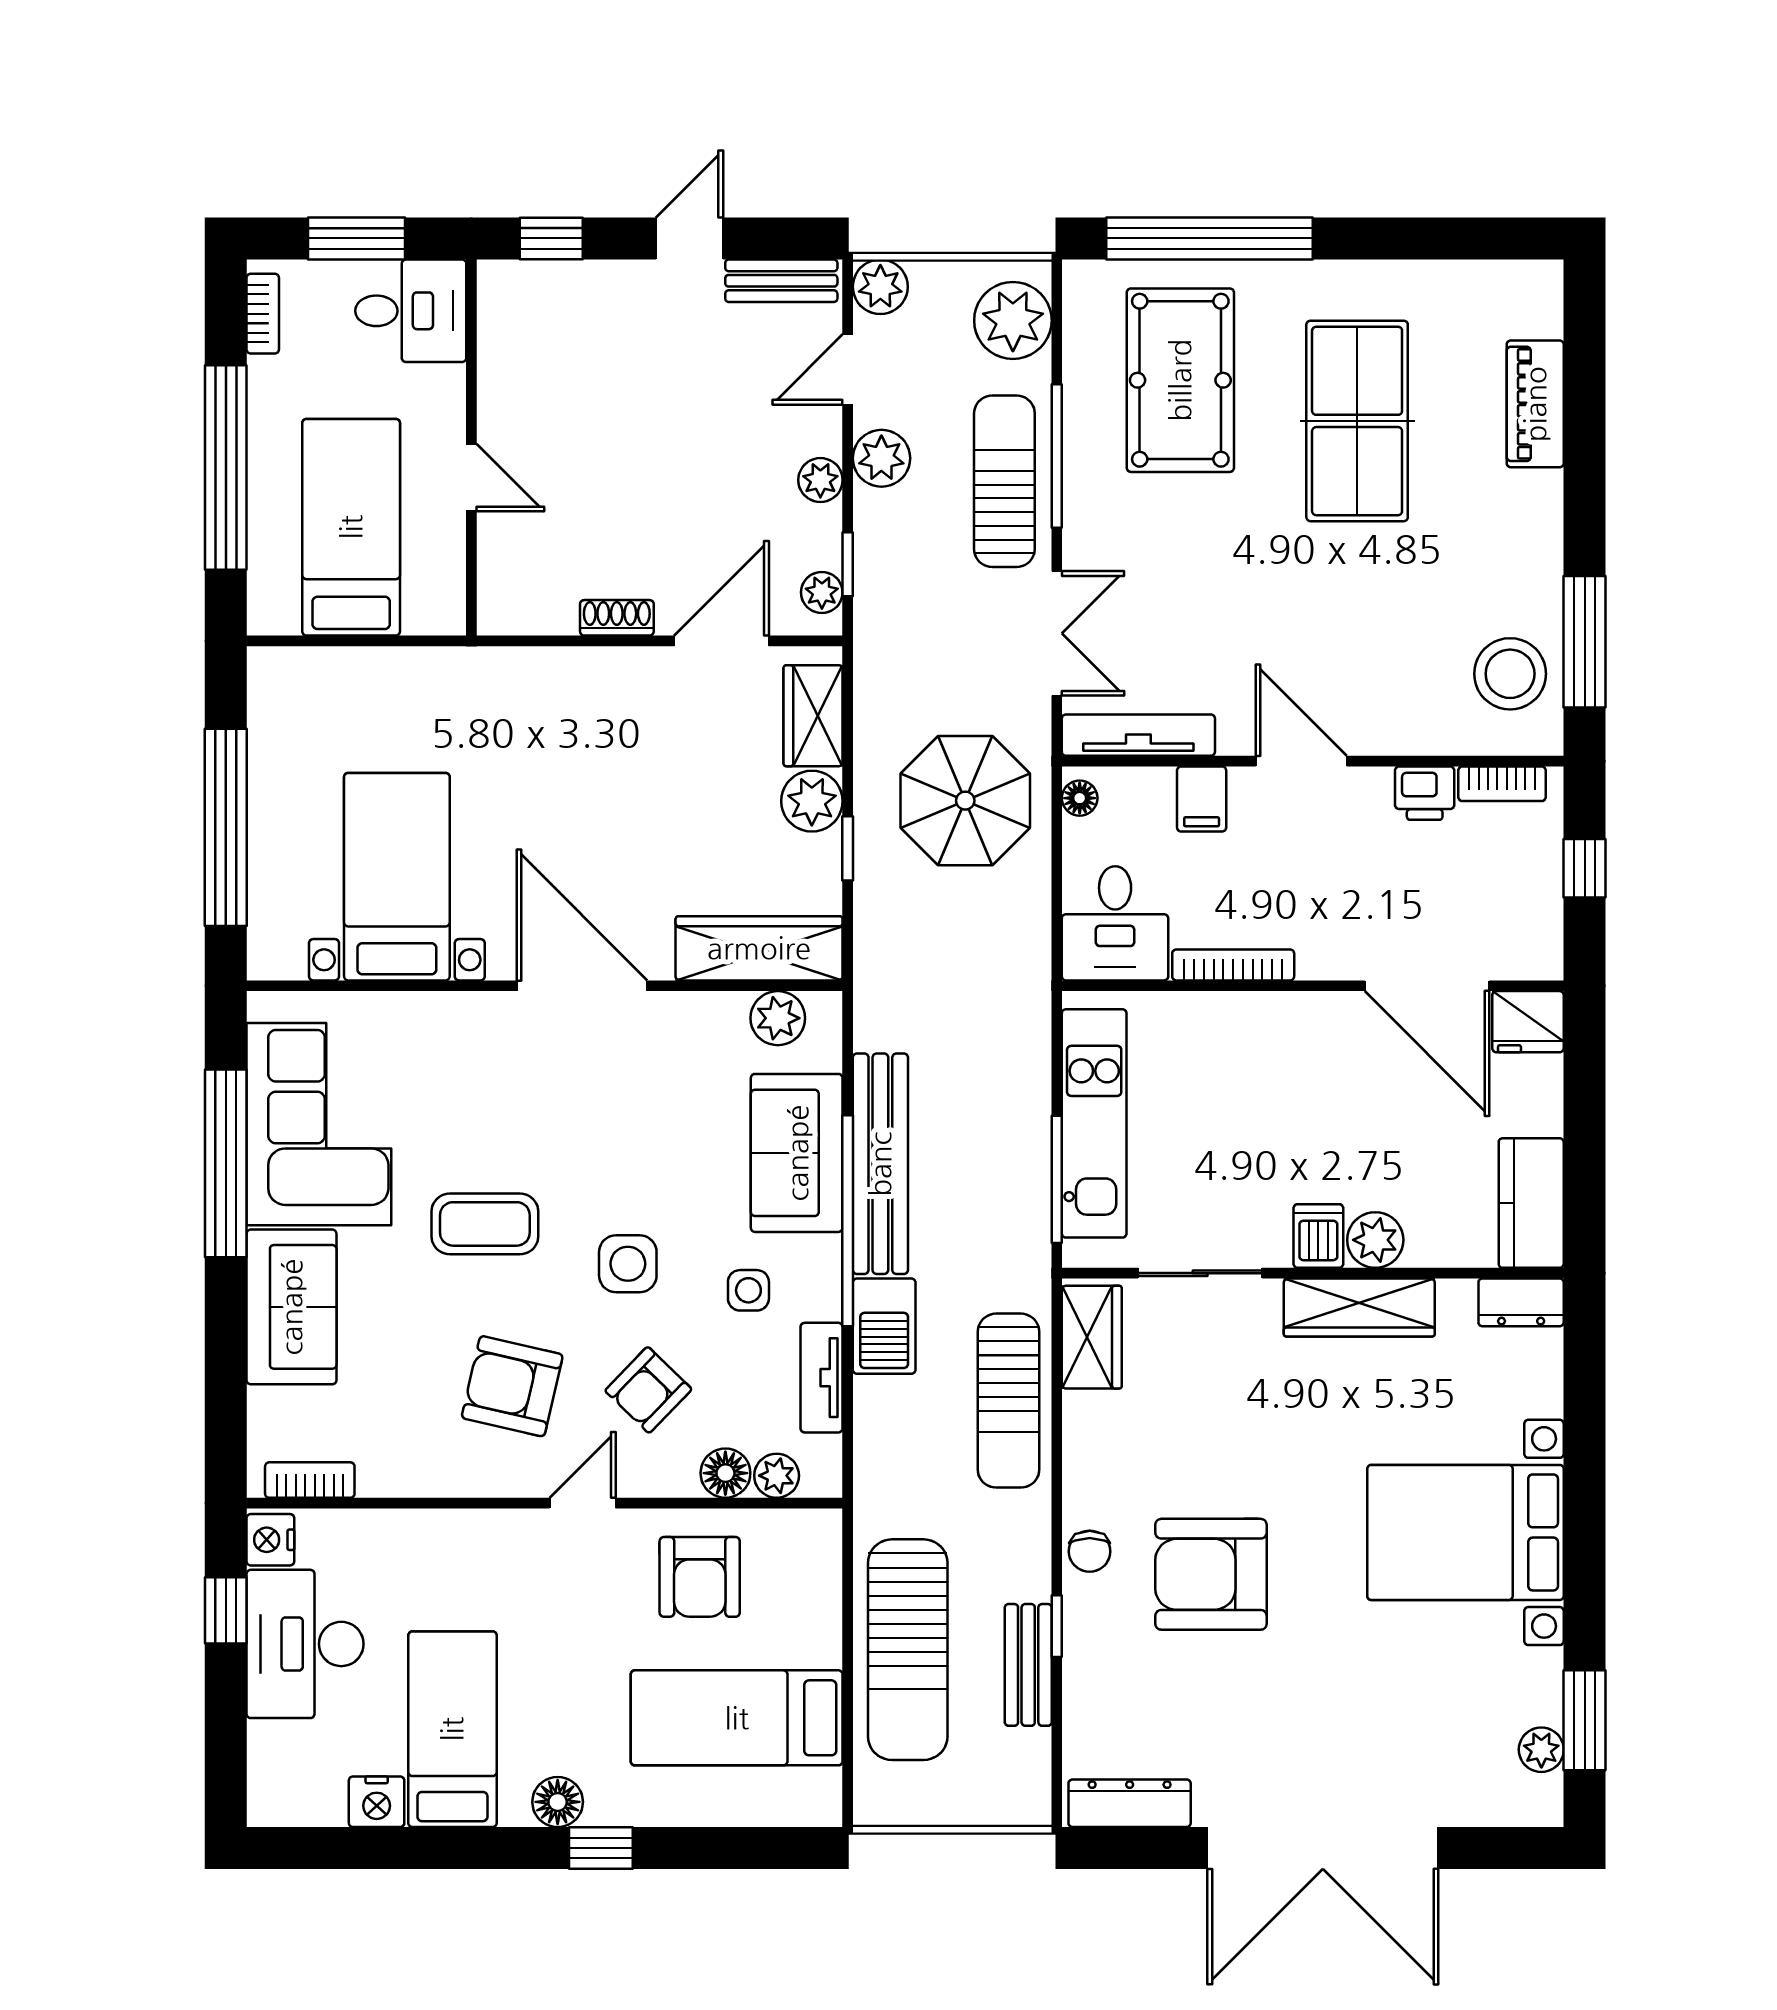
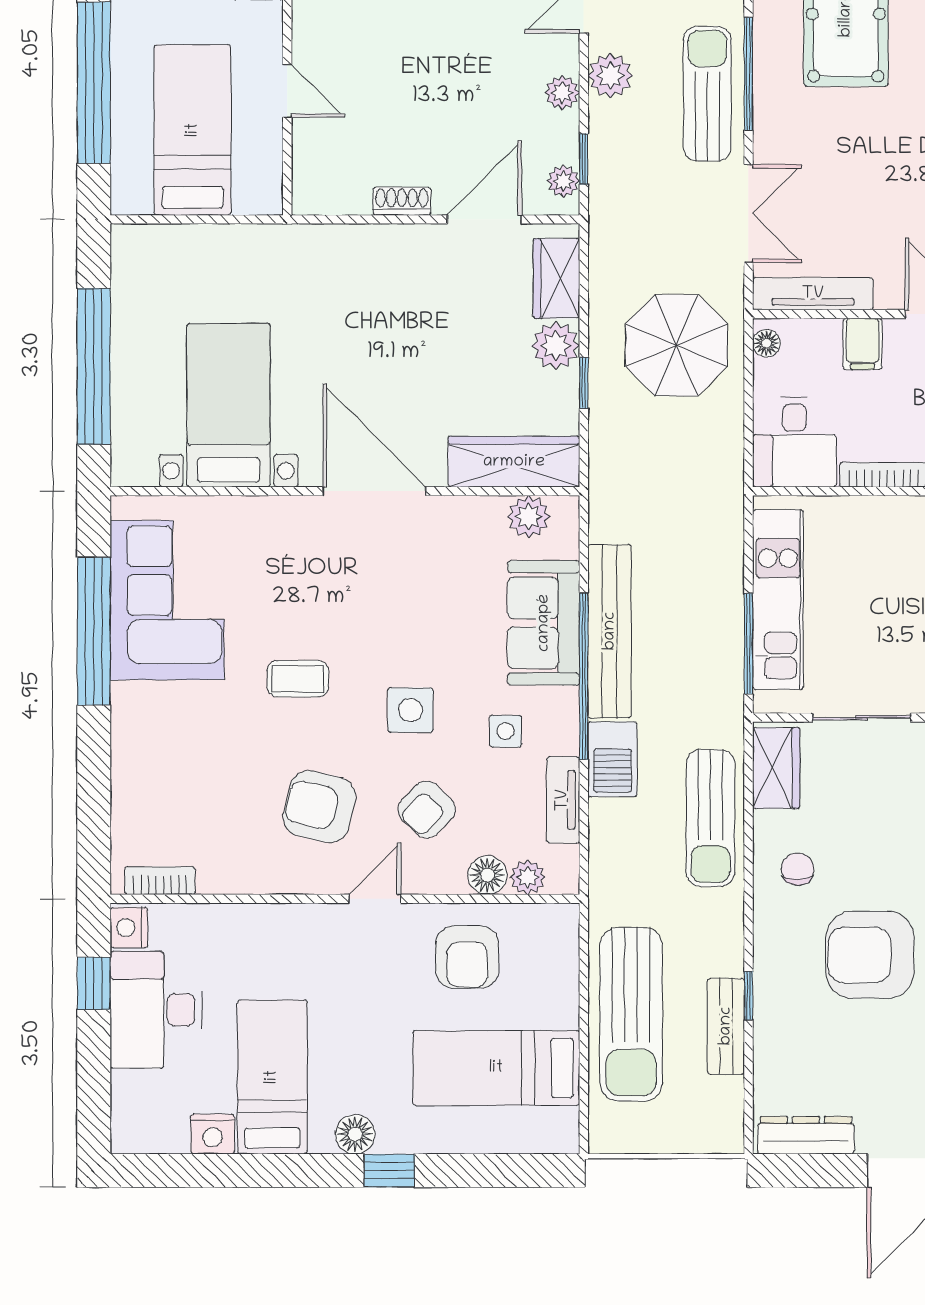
coffee table: (485, 1224) -> (298, 679), width x0.73, depth x0.77
sofa: (291, 1307) -> (146, 744), removed
chair: (1090, 1551) -> (798, 869), moved, turned 180

